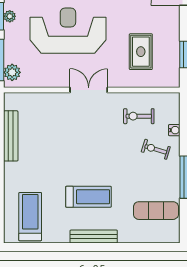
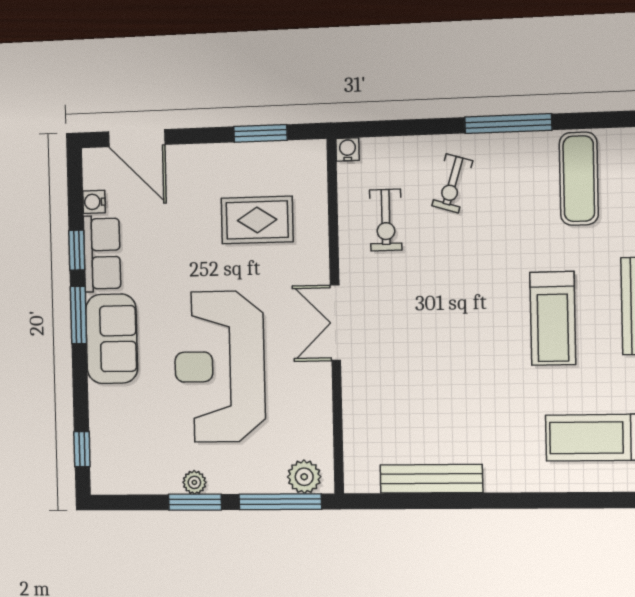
water cooler: (174, 130) -> (348, 149), moved
treadmill: (89, 197) -> (553, 318), turned 180

